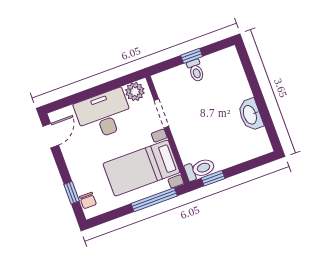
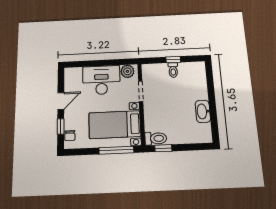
door: (51, 136) -> (61, 101), moved

